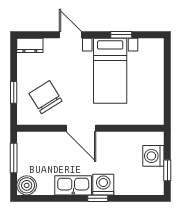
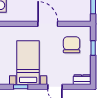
chair: (46, 97) -> (72, 45), turned -148

